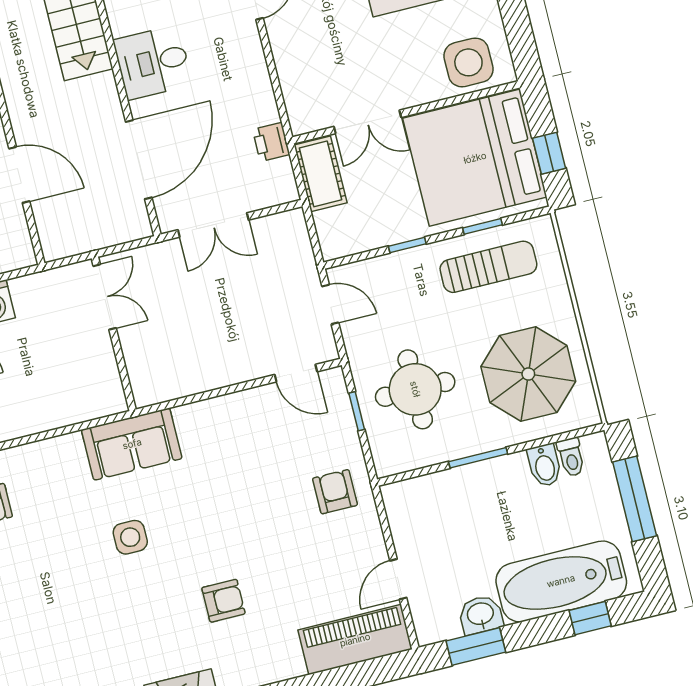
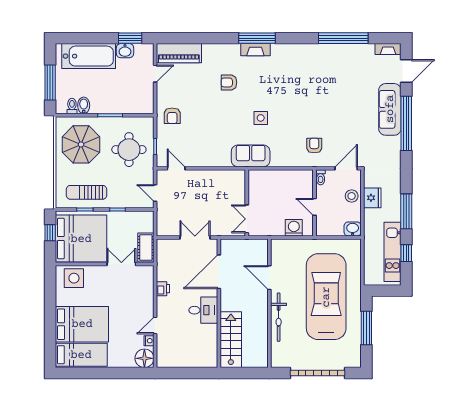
printer: (271, 142) -> (163, 289), moved
window: (590, 618) -> (80, 38), removed

